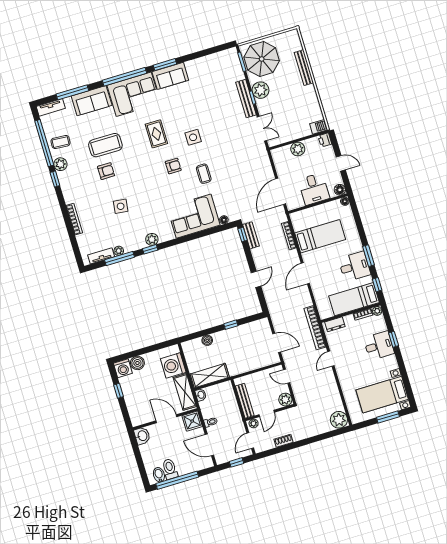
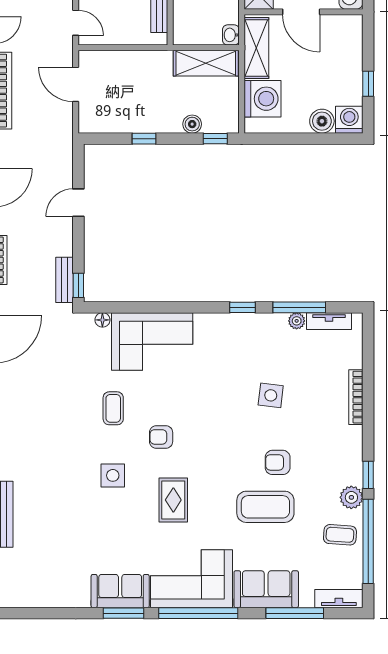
plant: (152, 239) -> (235, 323), removed
window: (192, 336) -> (215, 139), added

